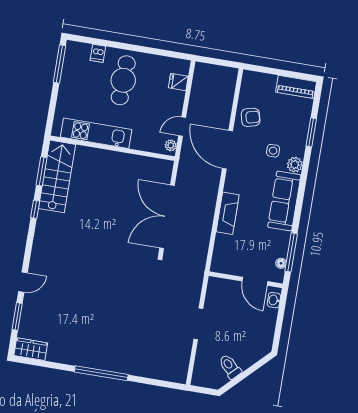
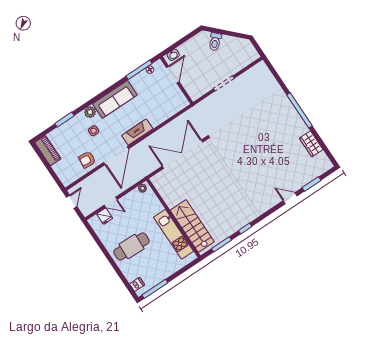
dishwasher: (98, 53) -> (137, 284), moved
door: (223, 63) -> (72, 202), added
armchair: (251, 117) -> (87, 160), turned -71
door: (182, 127) -> (111, 202), moved
stairs: (57, 176) -> (192, 226), moved, turned 90
fireplace: (228, 213) -> (137, 132), moved
double door: (167, 217) -> (182, 154), swing flipped
wardrobe: (31, 349) -> (311, 144), moved
toilet: (230, 367) -> (215, 42), moved

